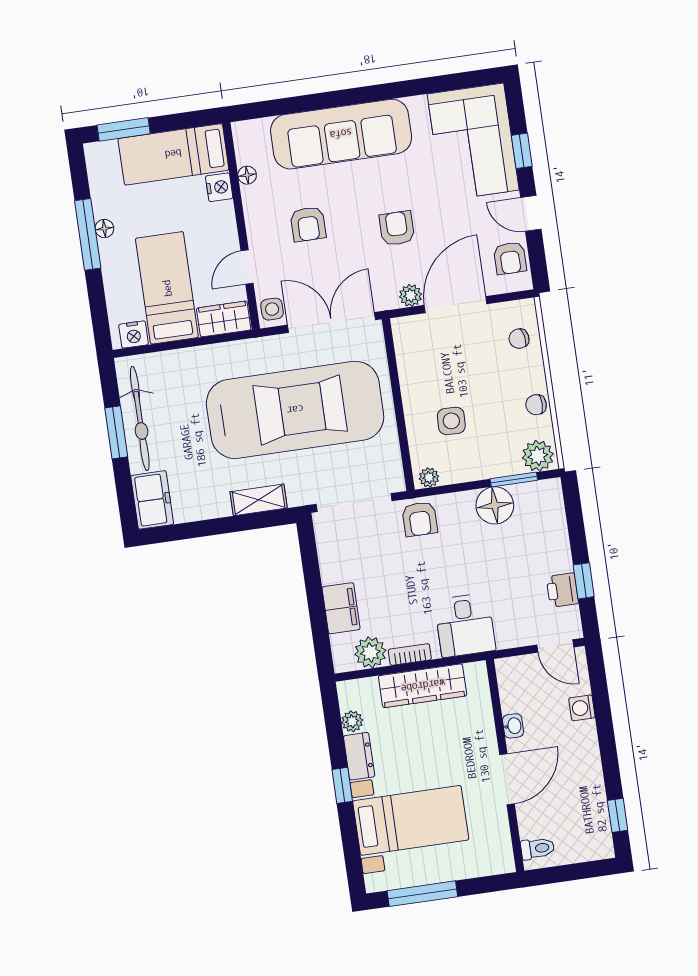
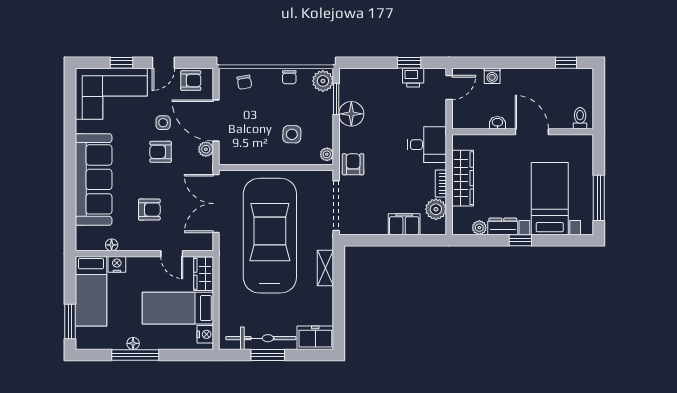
side table: (272, 309) -> (163, 123), moved
armchair: (420, 519) -> (353, 164), turned -90

